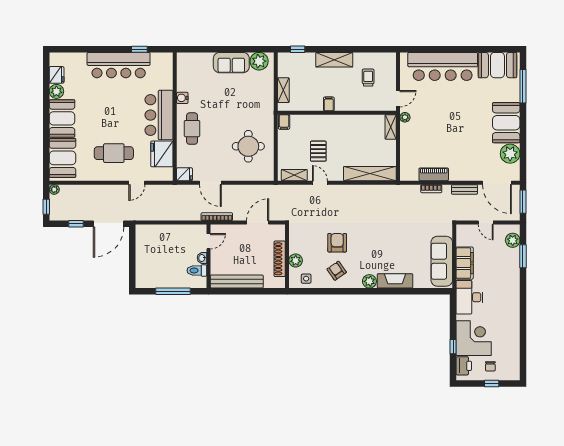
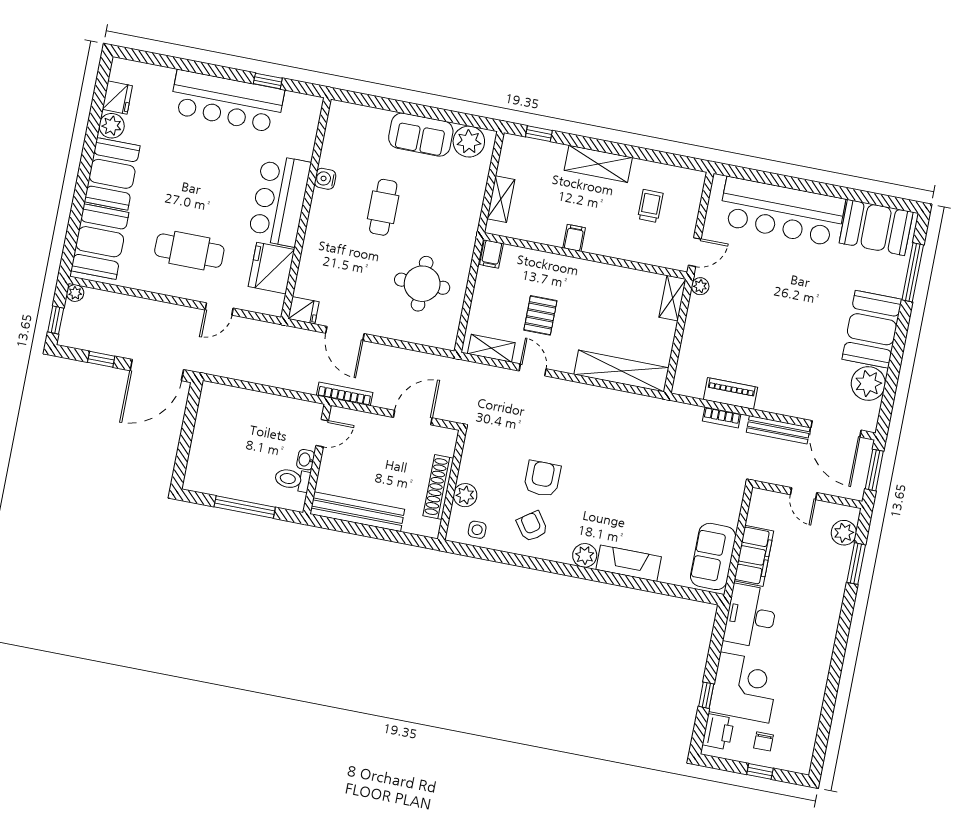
cafe table: (192, 129) -> (383, 207), moved
bench: (465, 189) -> (778, 430), width x1.36
sofa: (442, 261) -> (713, 556), width x0.73

